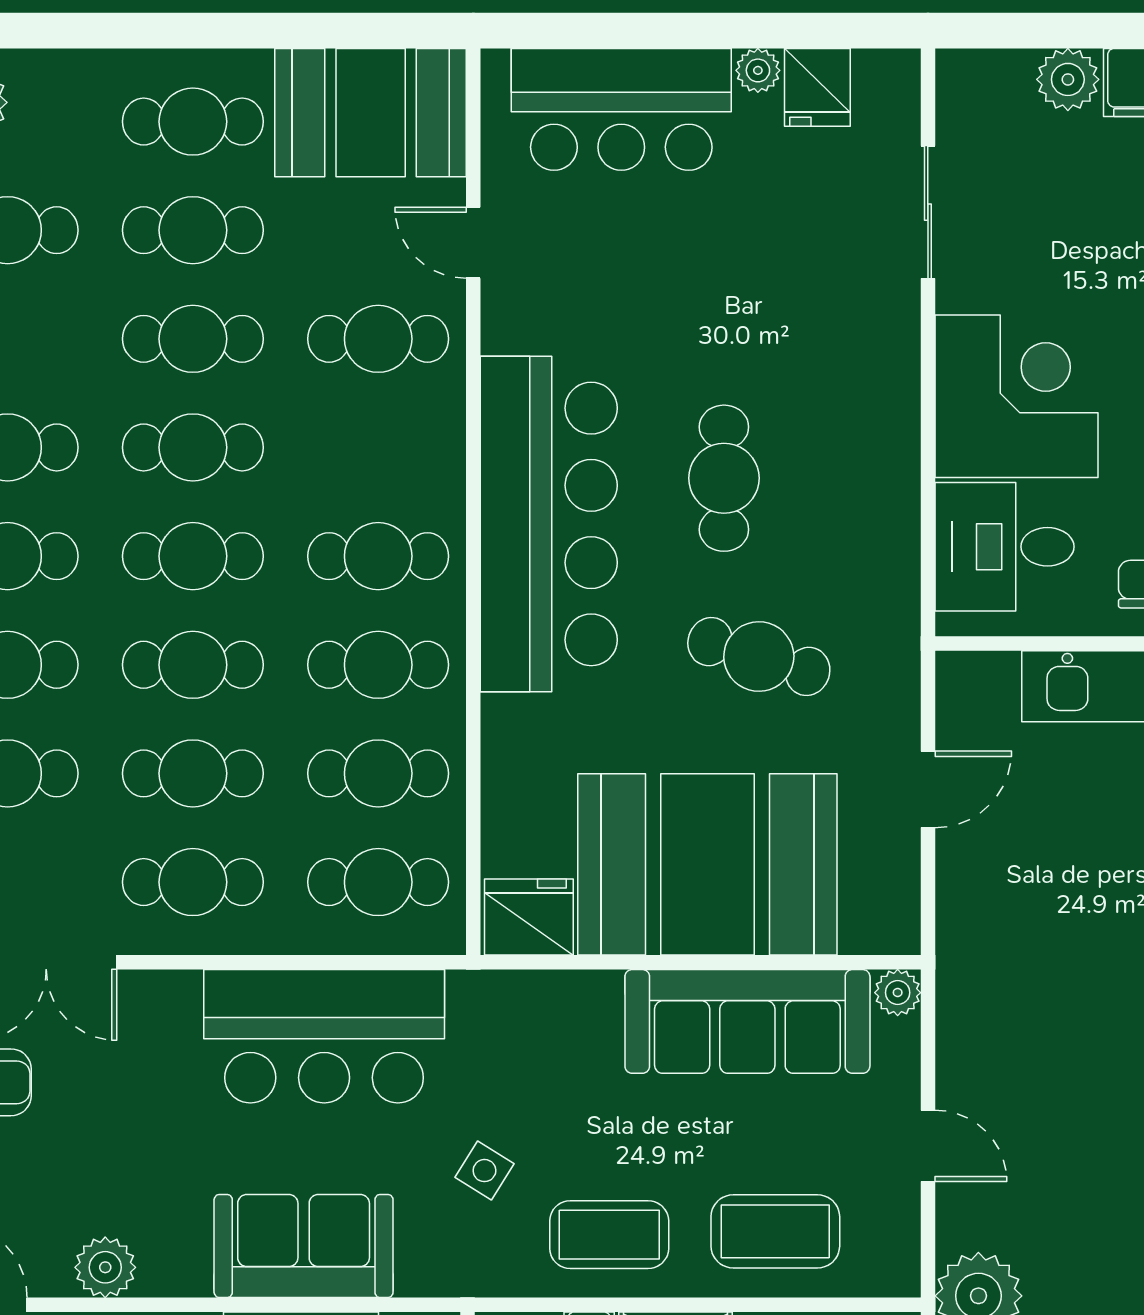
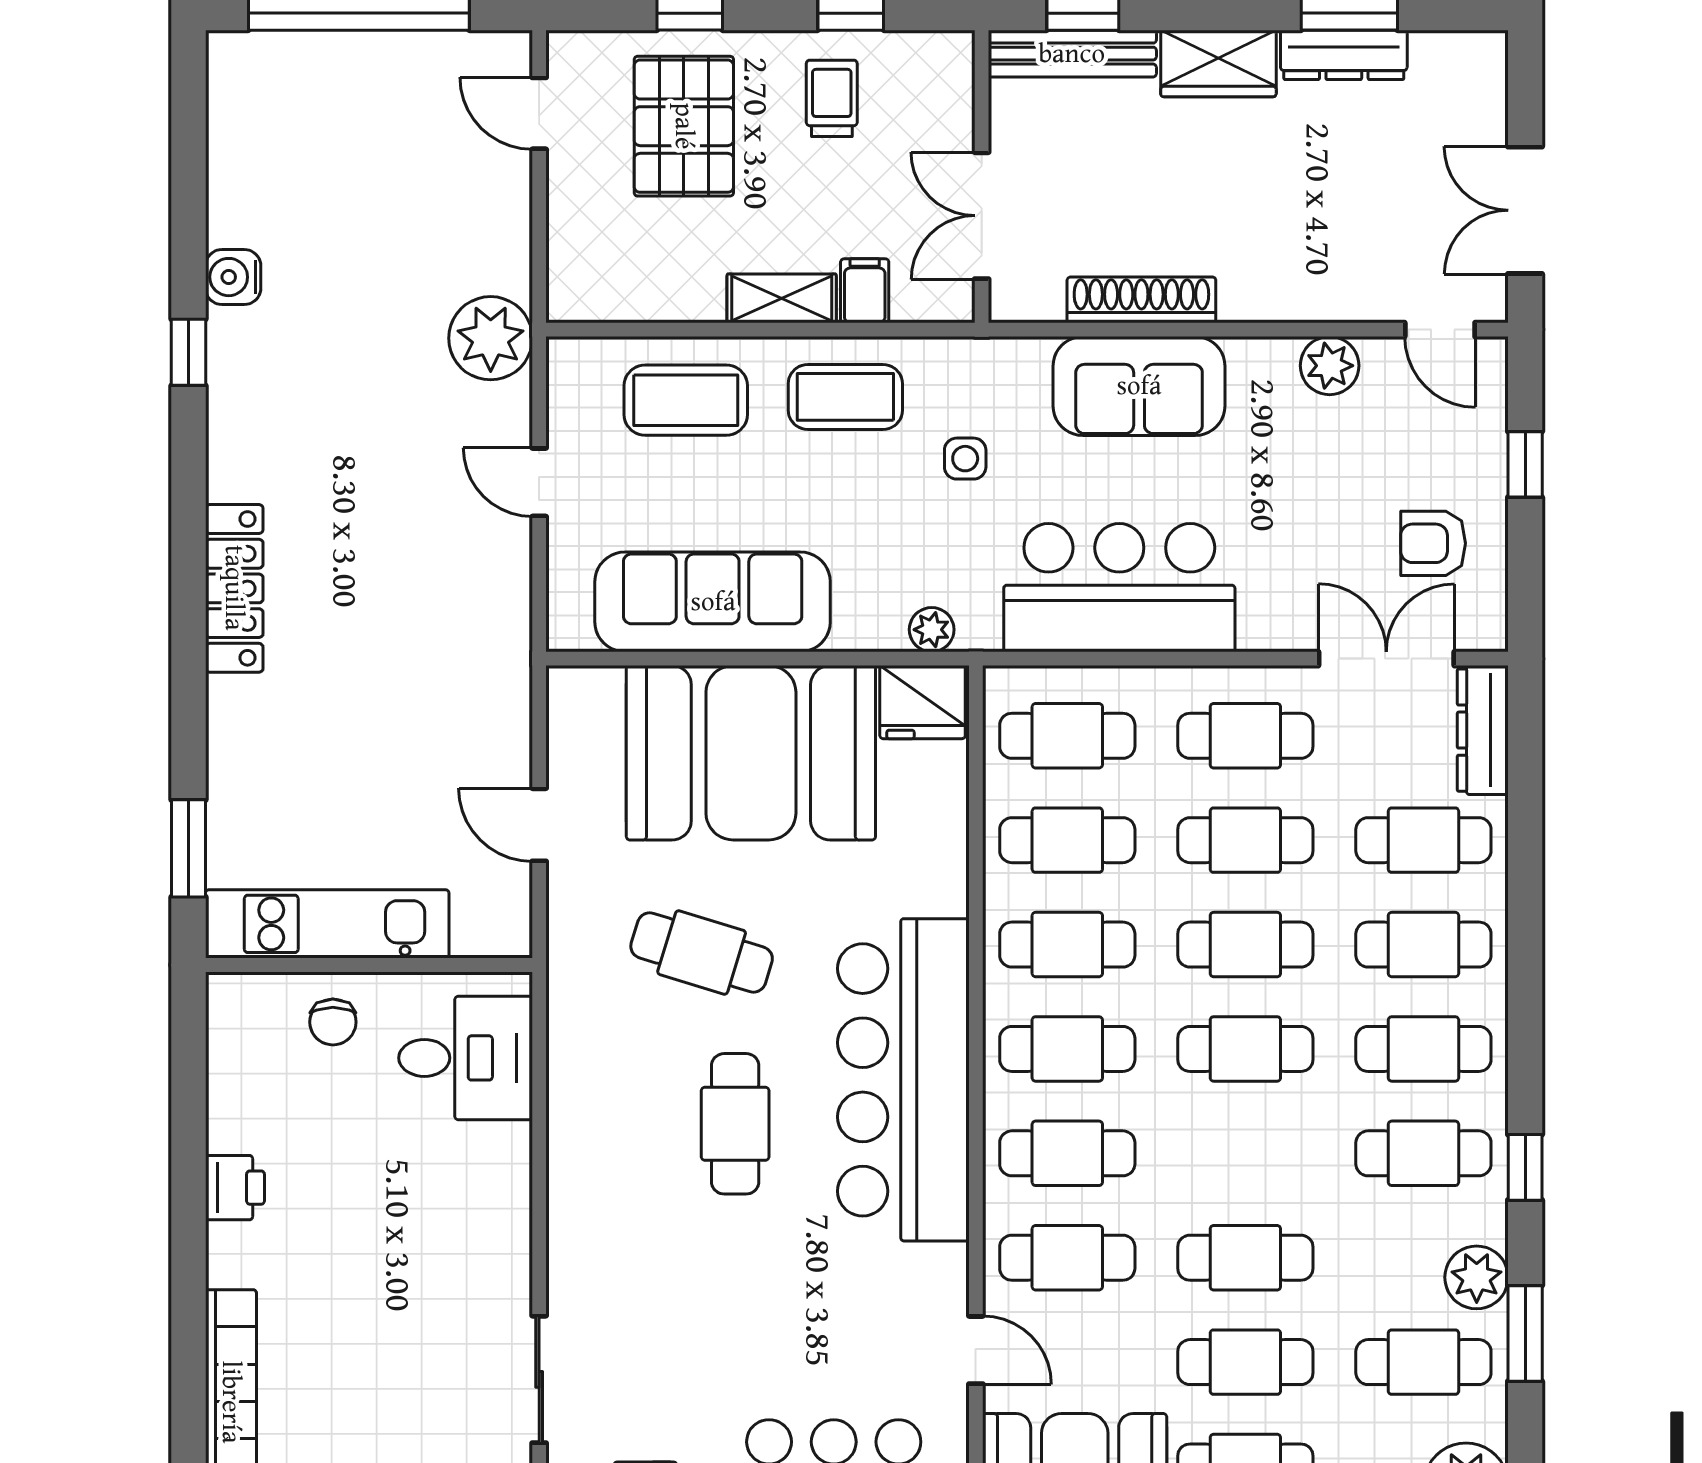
corner desk: (1016, 396) -> (454, 1203), removed
cafe table: (193, 447) -> (1067, 1153), moved
door: (928, 789) -> (539, 825), hinge flipped
plant: (898, 993) -> (932, 630), moved
side table: (485, 1171) -> (965, 459), turned -32

